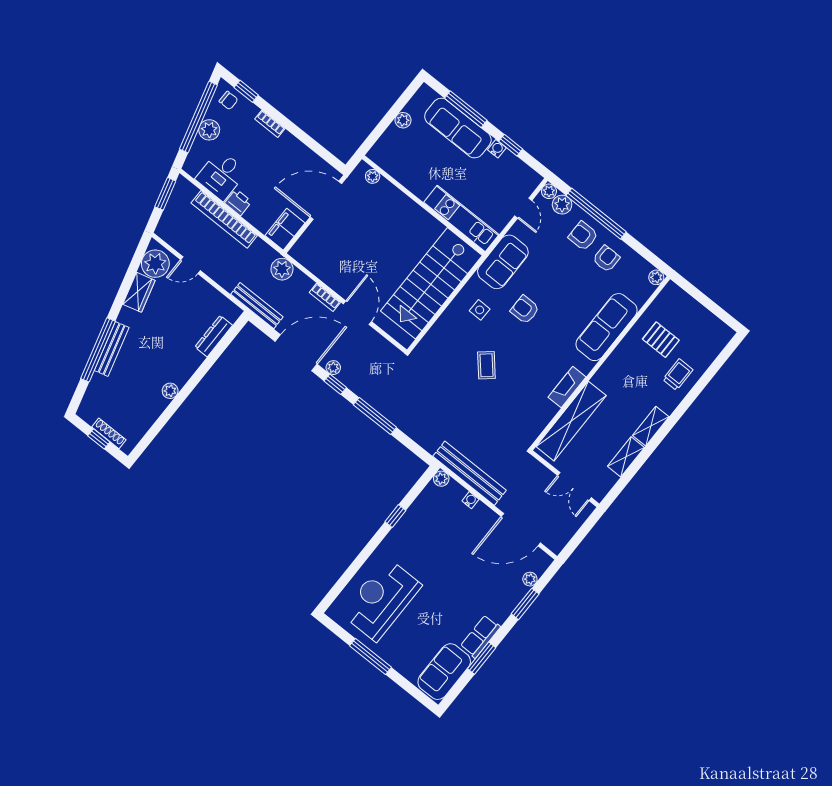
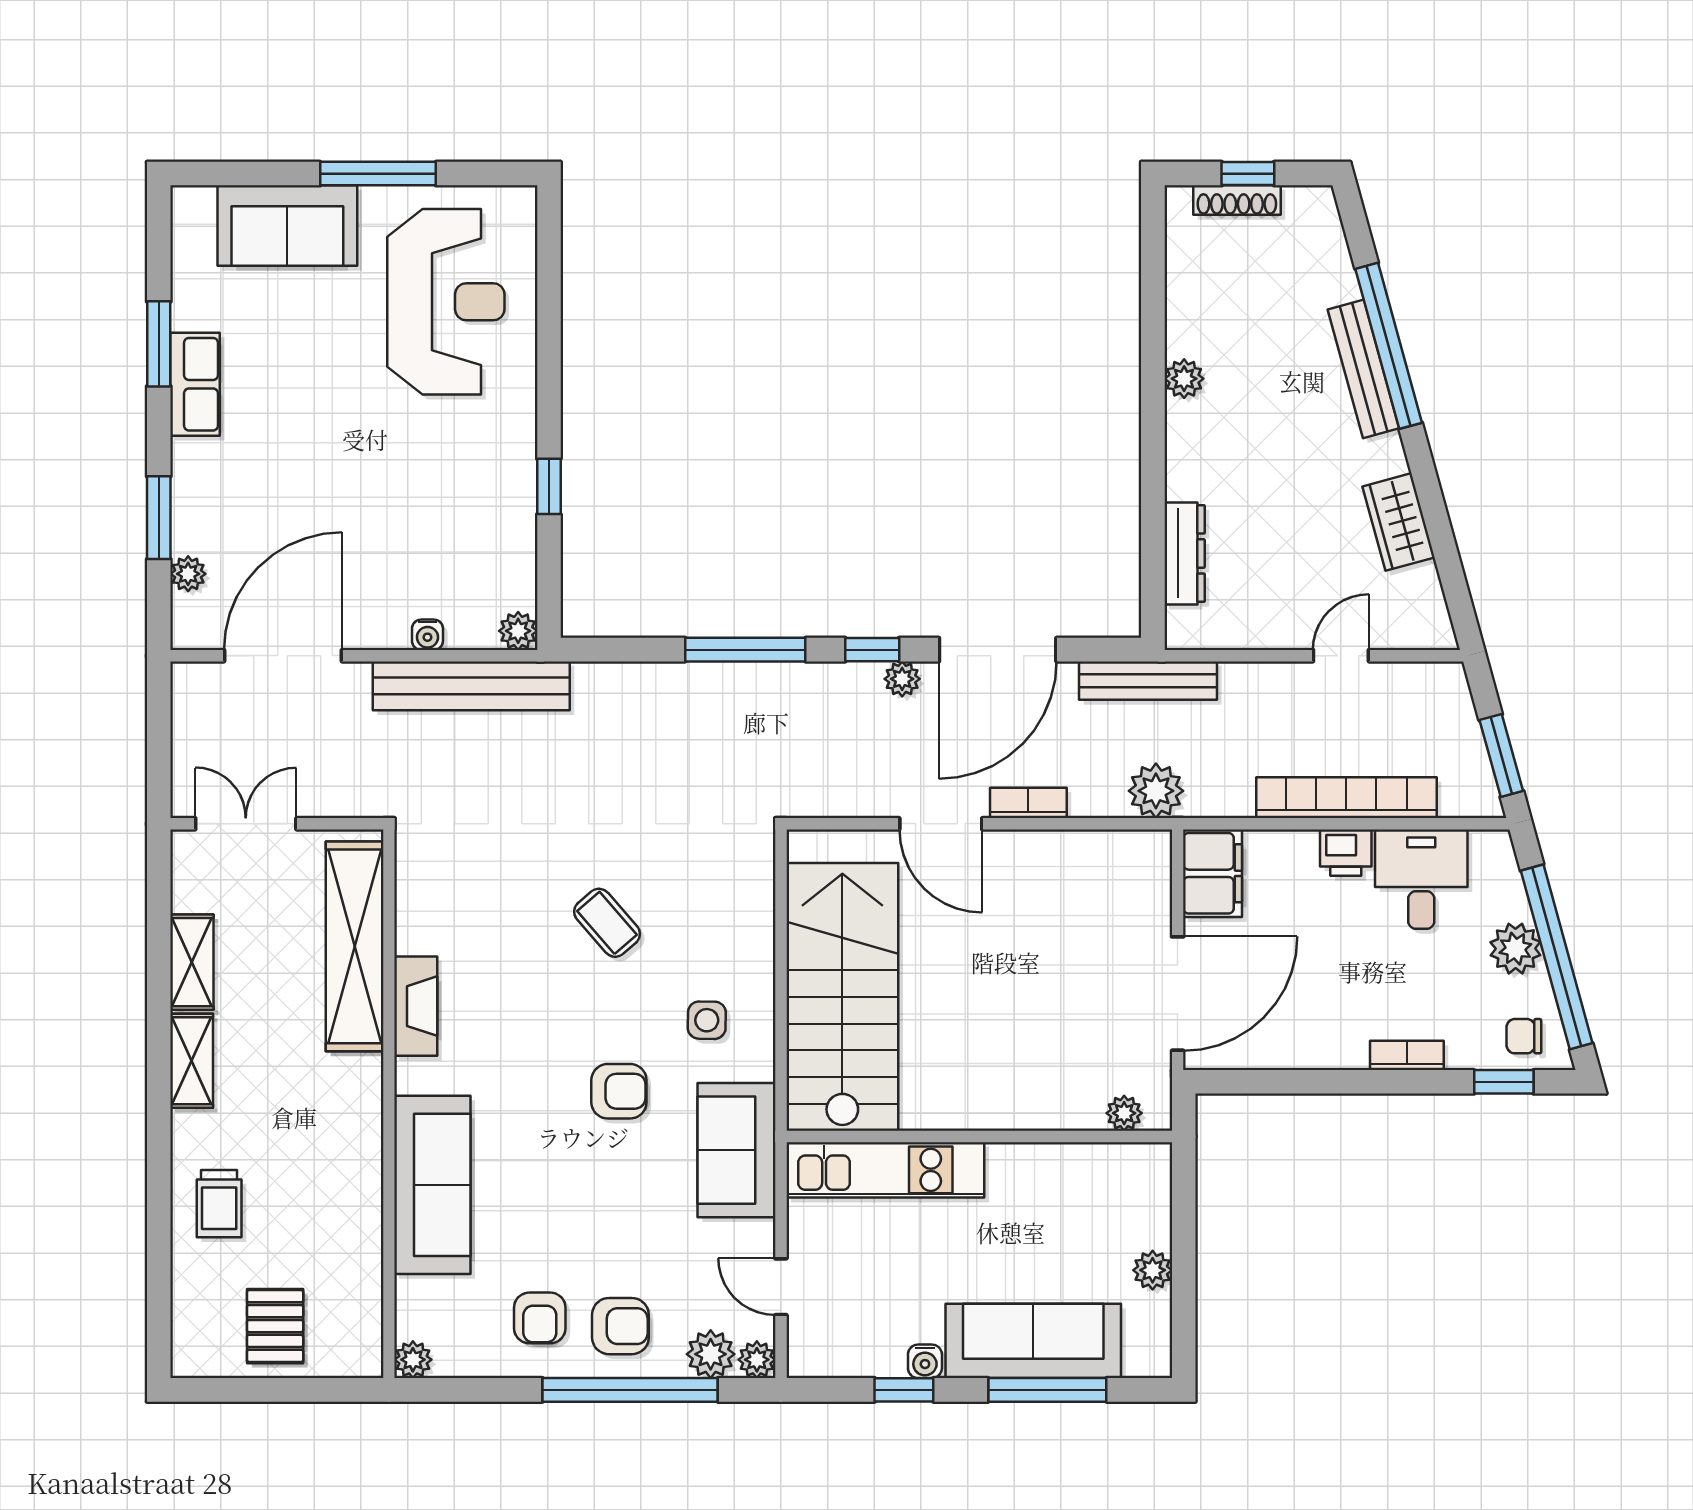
plant: (155, 264) -> (1412, 604), removed
pallet: (661, 340) -> (275, 1326), moved, turned 90
sofa: (444, 672) -> (287, 226), moved, turned 90

